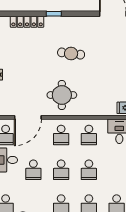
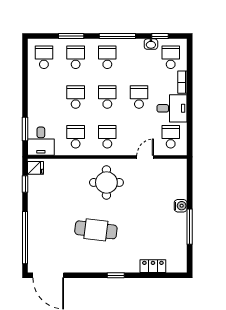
locker: (27, 22) -> (153, 266), width x0.66
cafe table: (71, 54) -> (96, 230), width x1.37, depth x1.35
door: (28, 117) -> (145, 157), width x0.53

